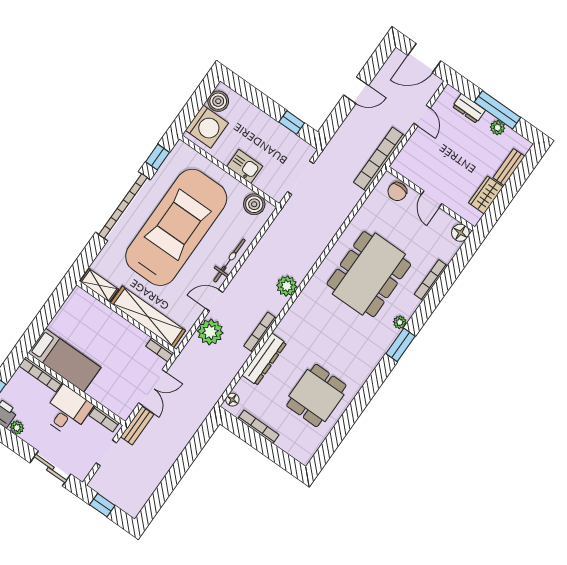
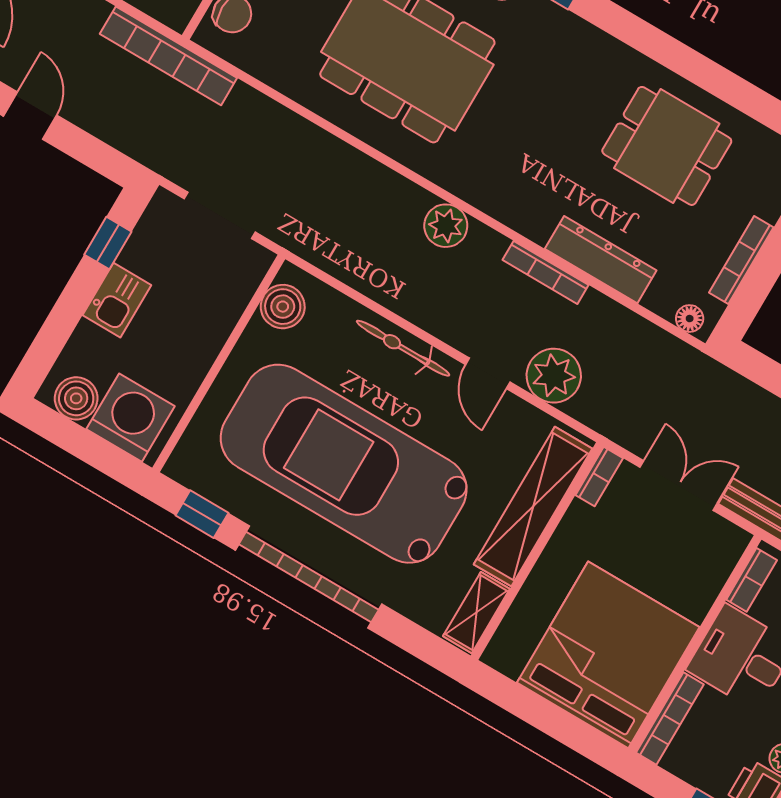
kitchen sink: (245, 166) -> (117, 300), moved, turned 180
bed: (64, 360) -> (608, 655), width x2.04

